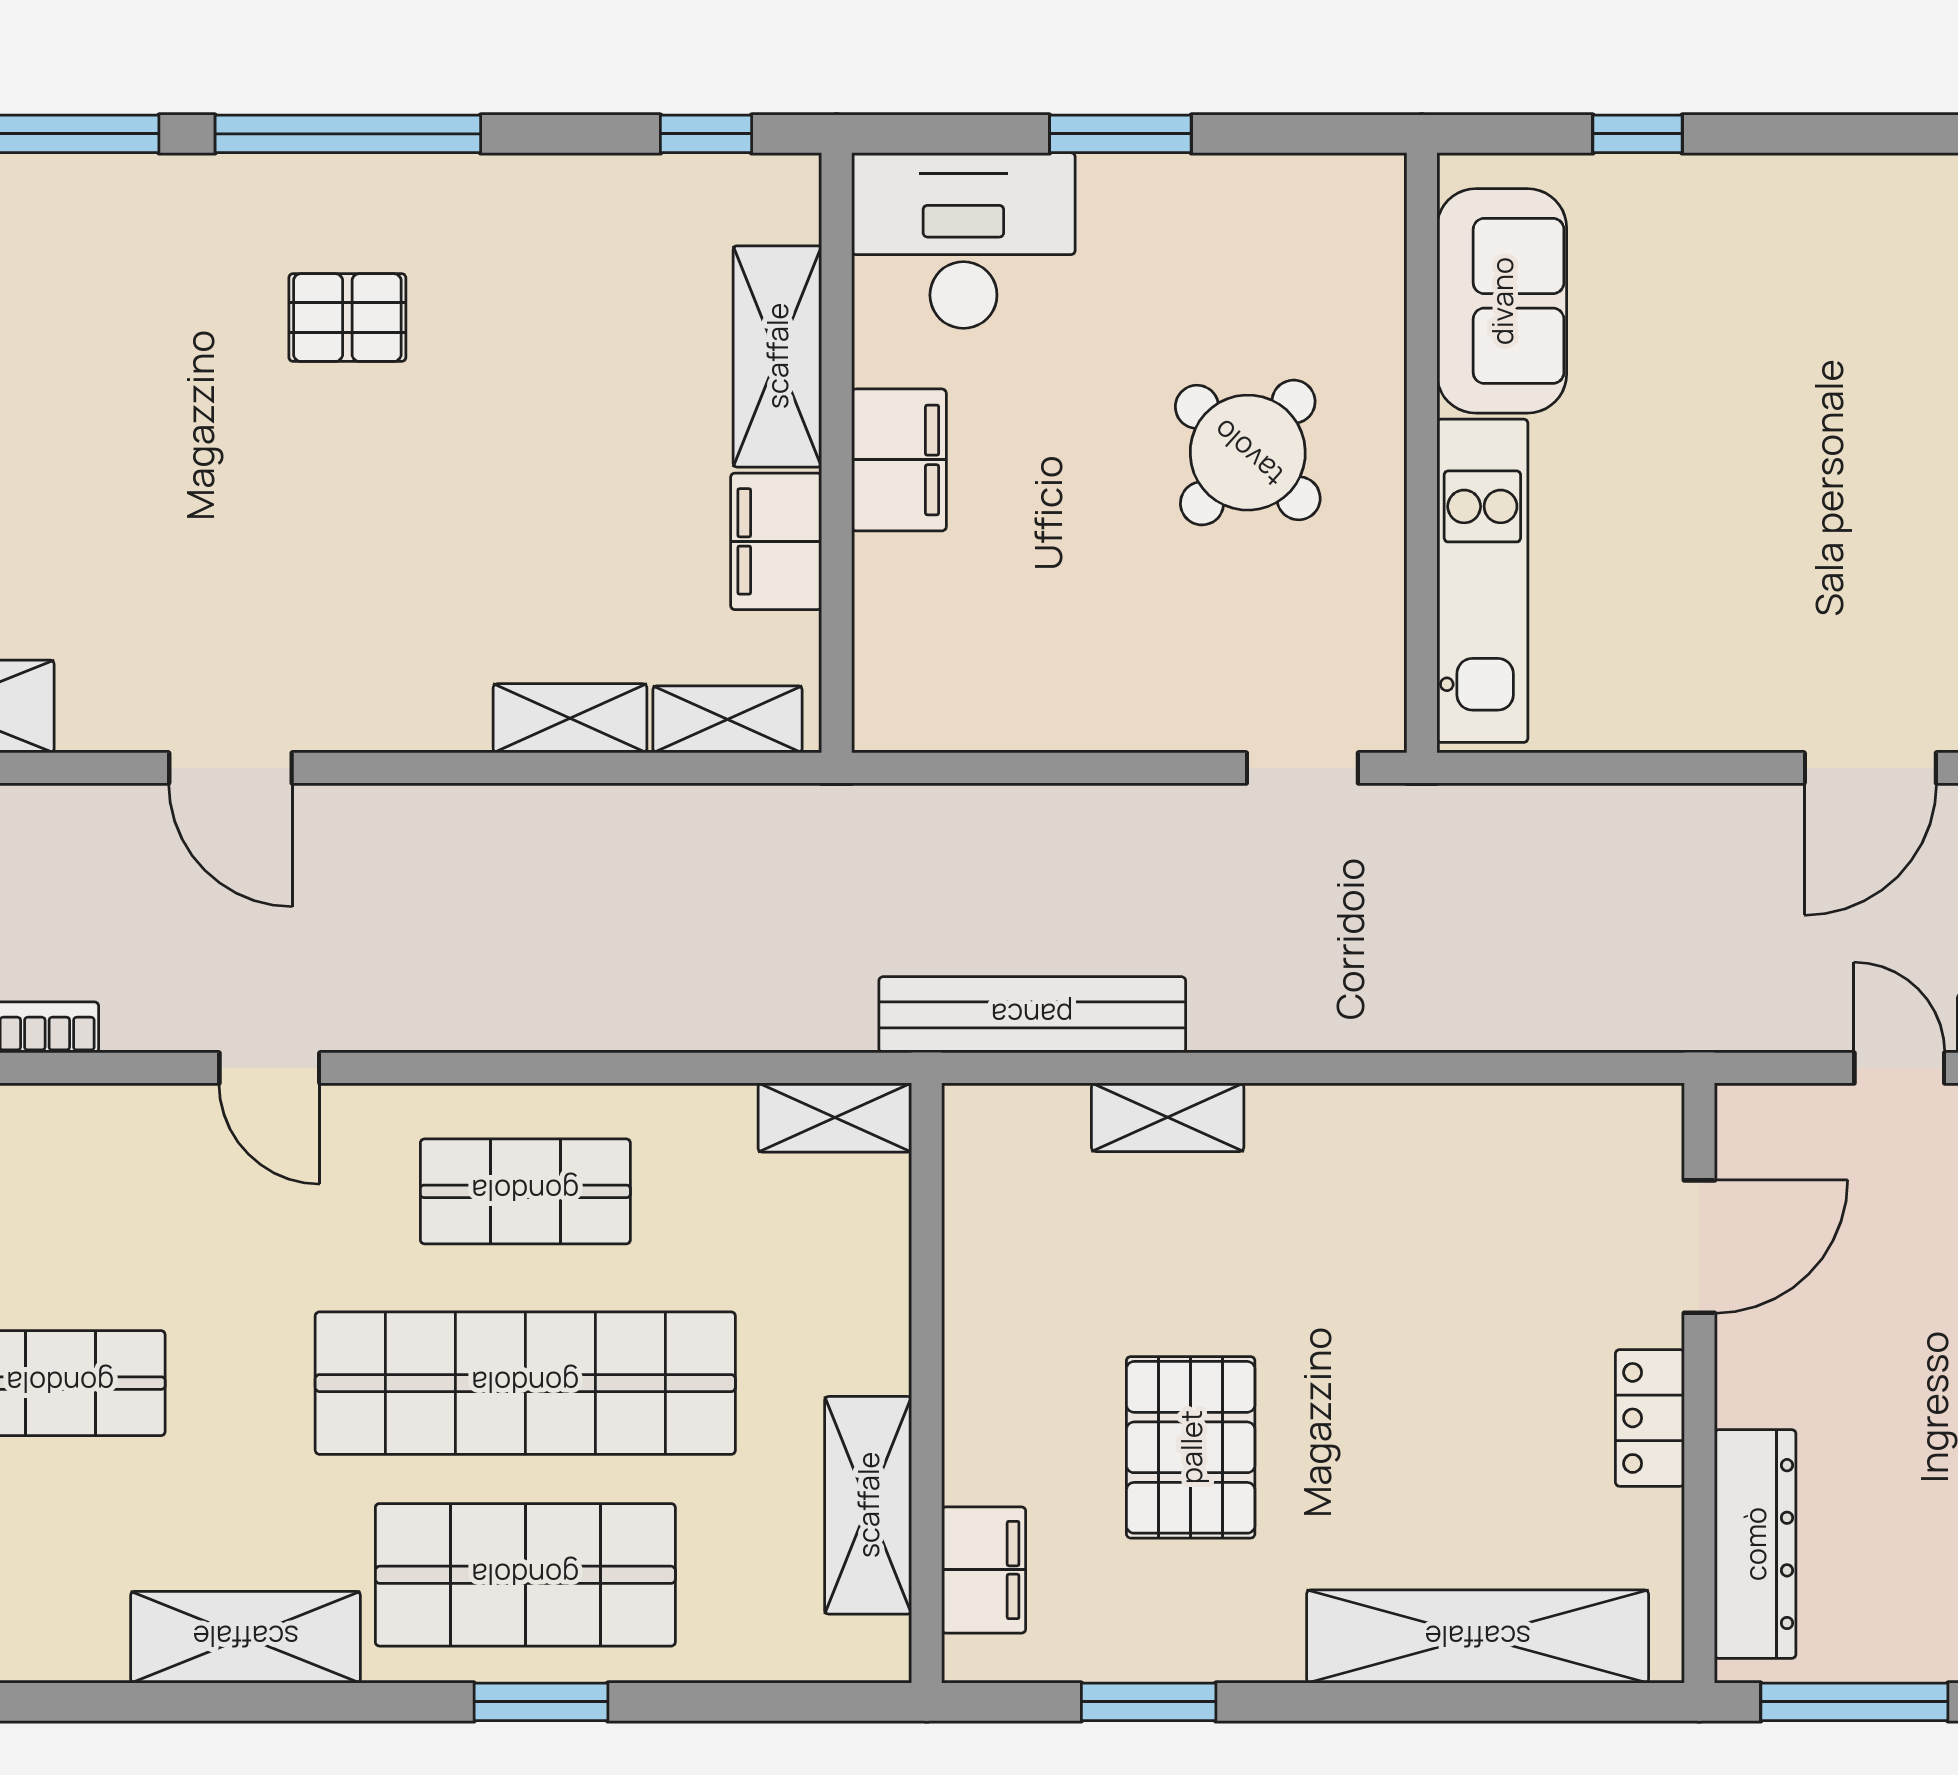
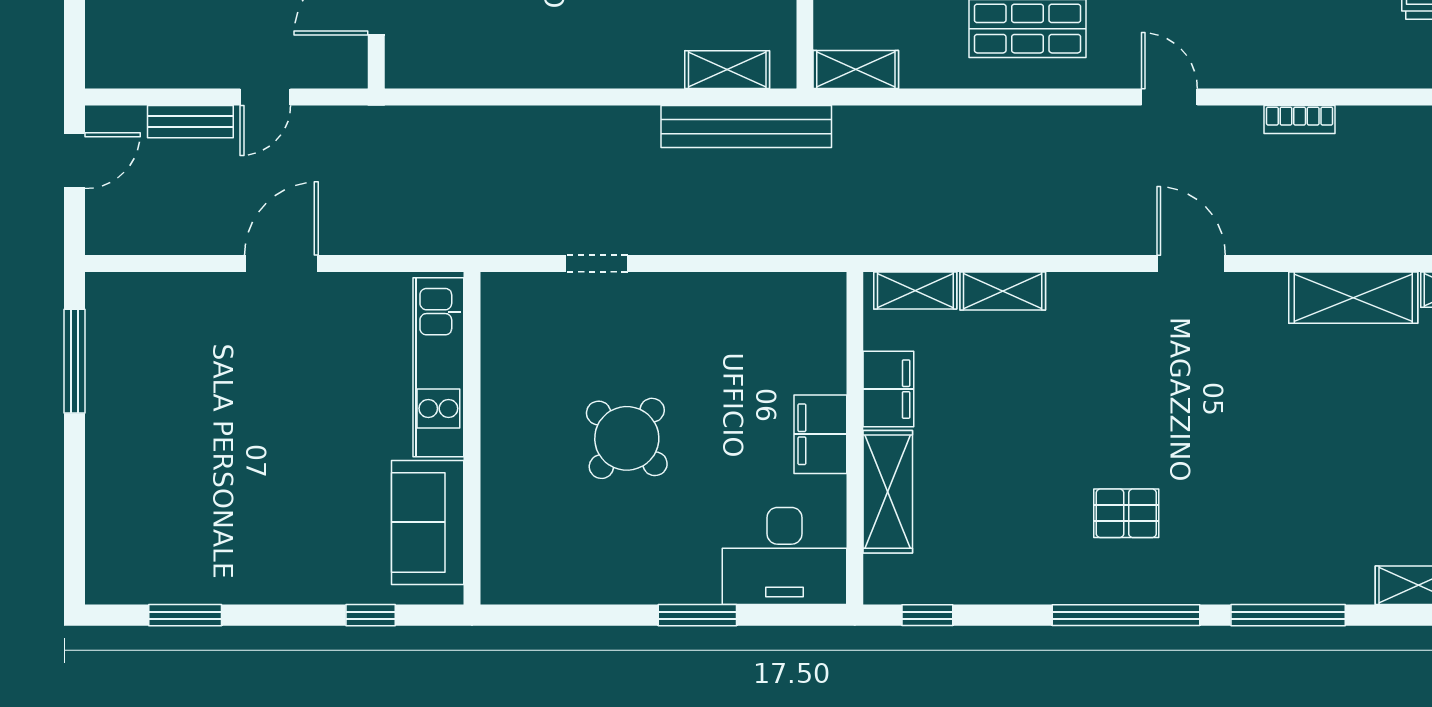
window: (1638, 134) -> (371, 615), moved
sofa: (1502, 301) -> (428, 522), moved
wall: (1422, 453) -> (472, 438), moved
kitchen unit: (1482, 581) -> (438, 367), moved
door: (1899, 1068) -> (265, 97), hinge flipped
shelving: (1168, 1117) -> (727, 70), moved

